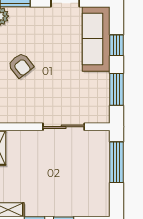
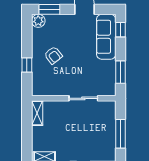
window: (116, 45) -> (120, 30), moved
window: (116, 162) -> (120, 134), moved

